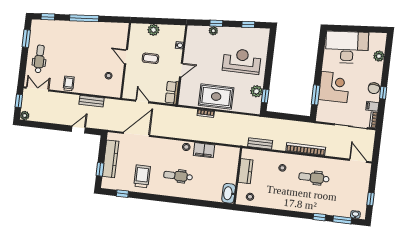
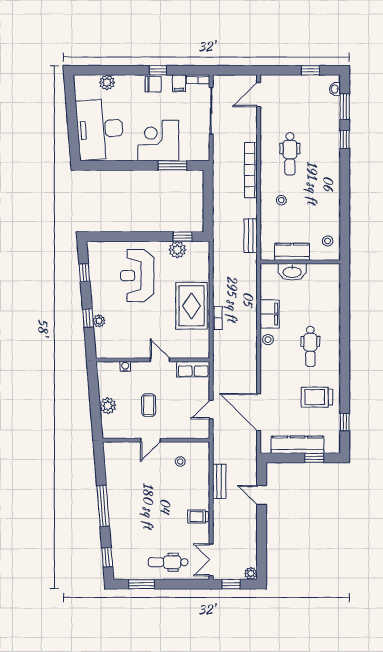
washbasin: (229, 193) -> (292, 272), moved

